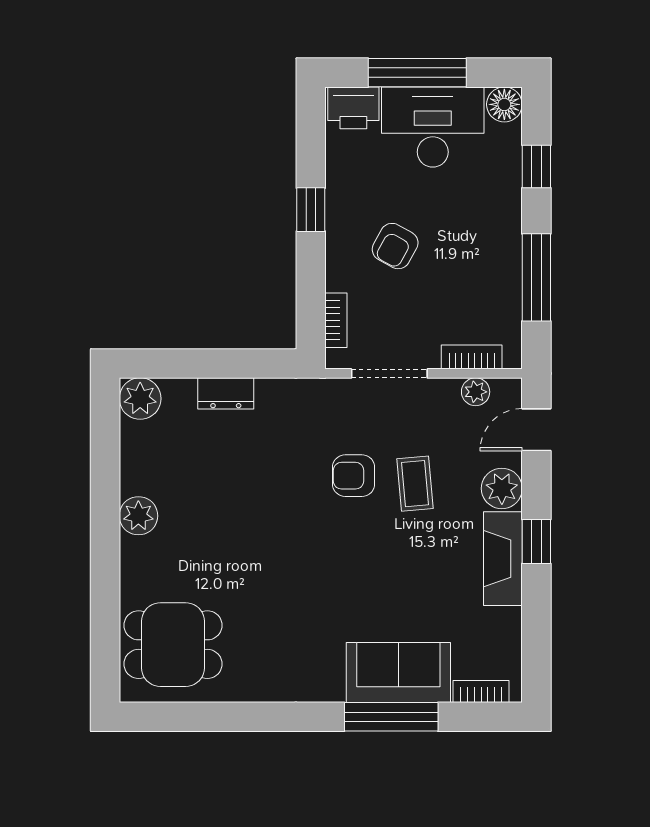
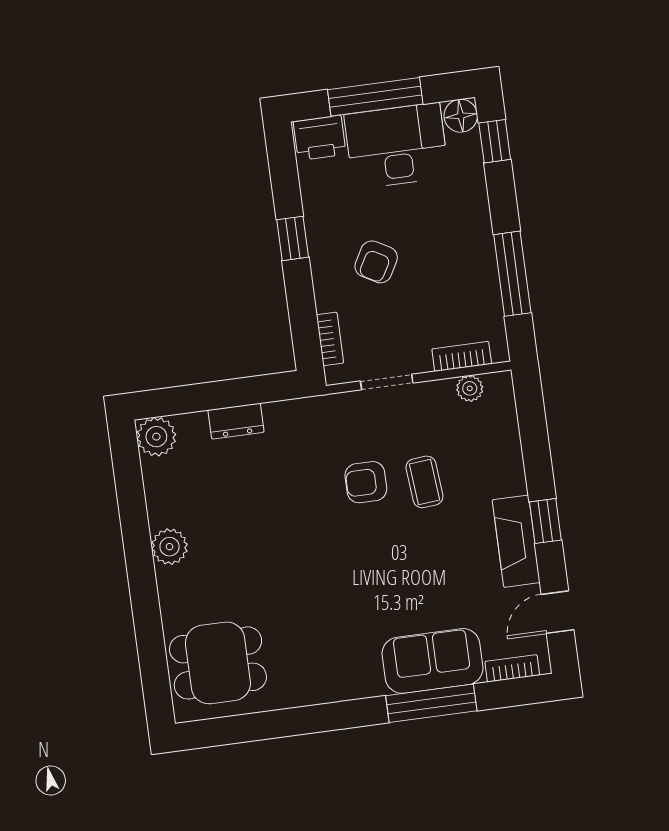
window: (536, 166) -> (495, 141), moved
doorway: (389, 373) -> (387, 382), width x0.73
door: (536, 430) -> (557, 612), moved
plant: (502, 488) -> (506, 476), removed

